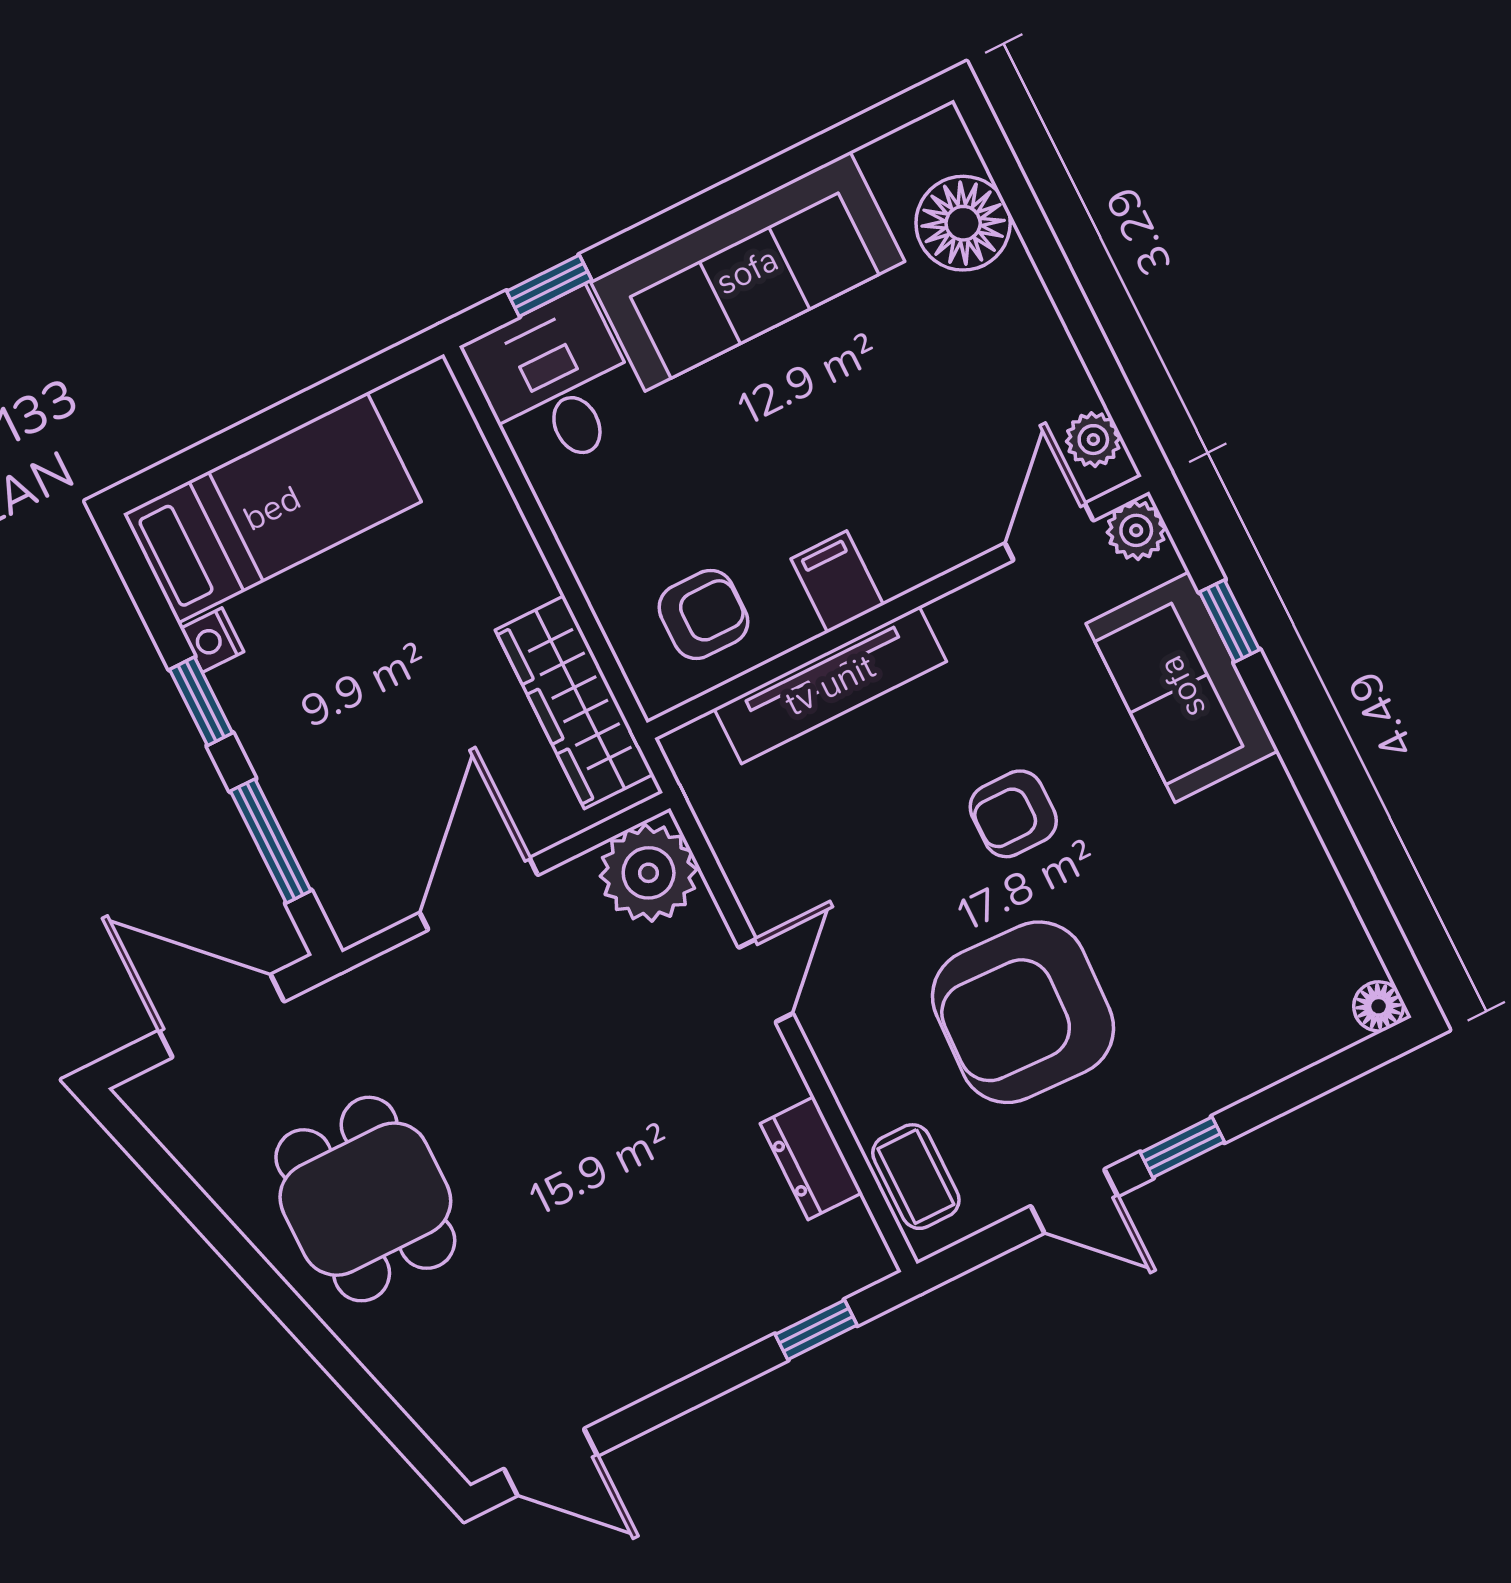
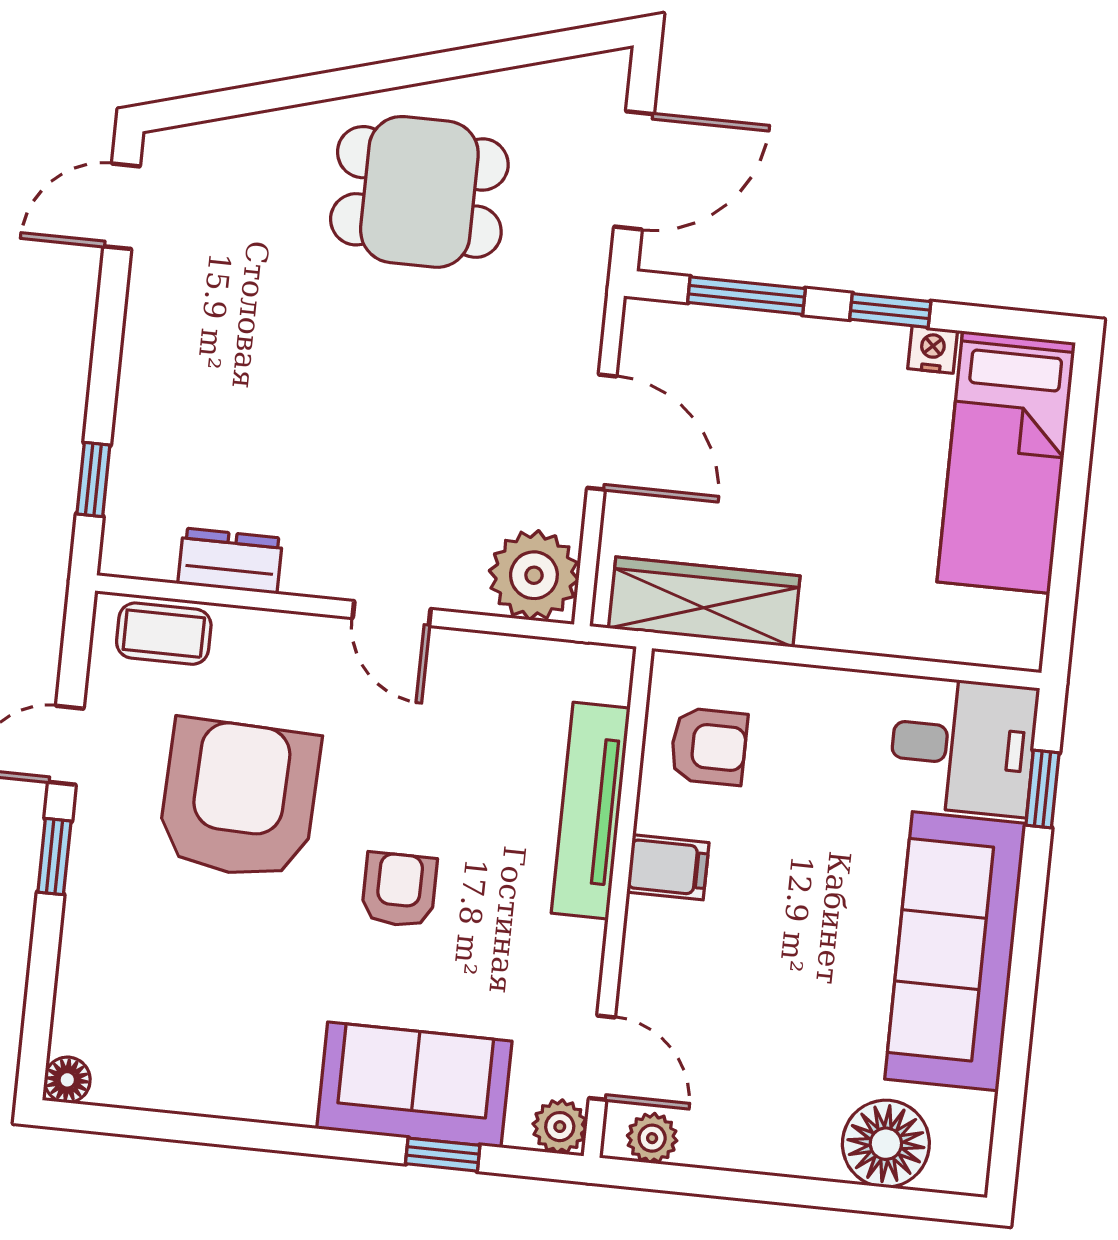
armchair: (703, 614) -> (709, 746), turned -90

